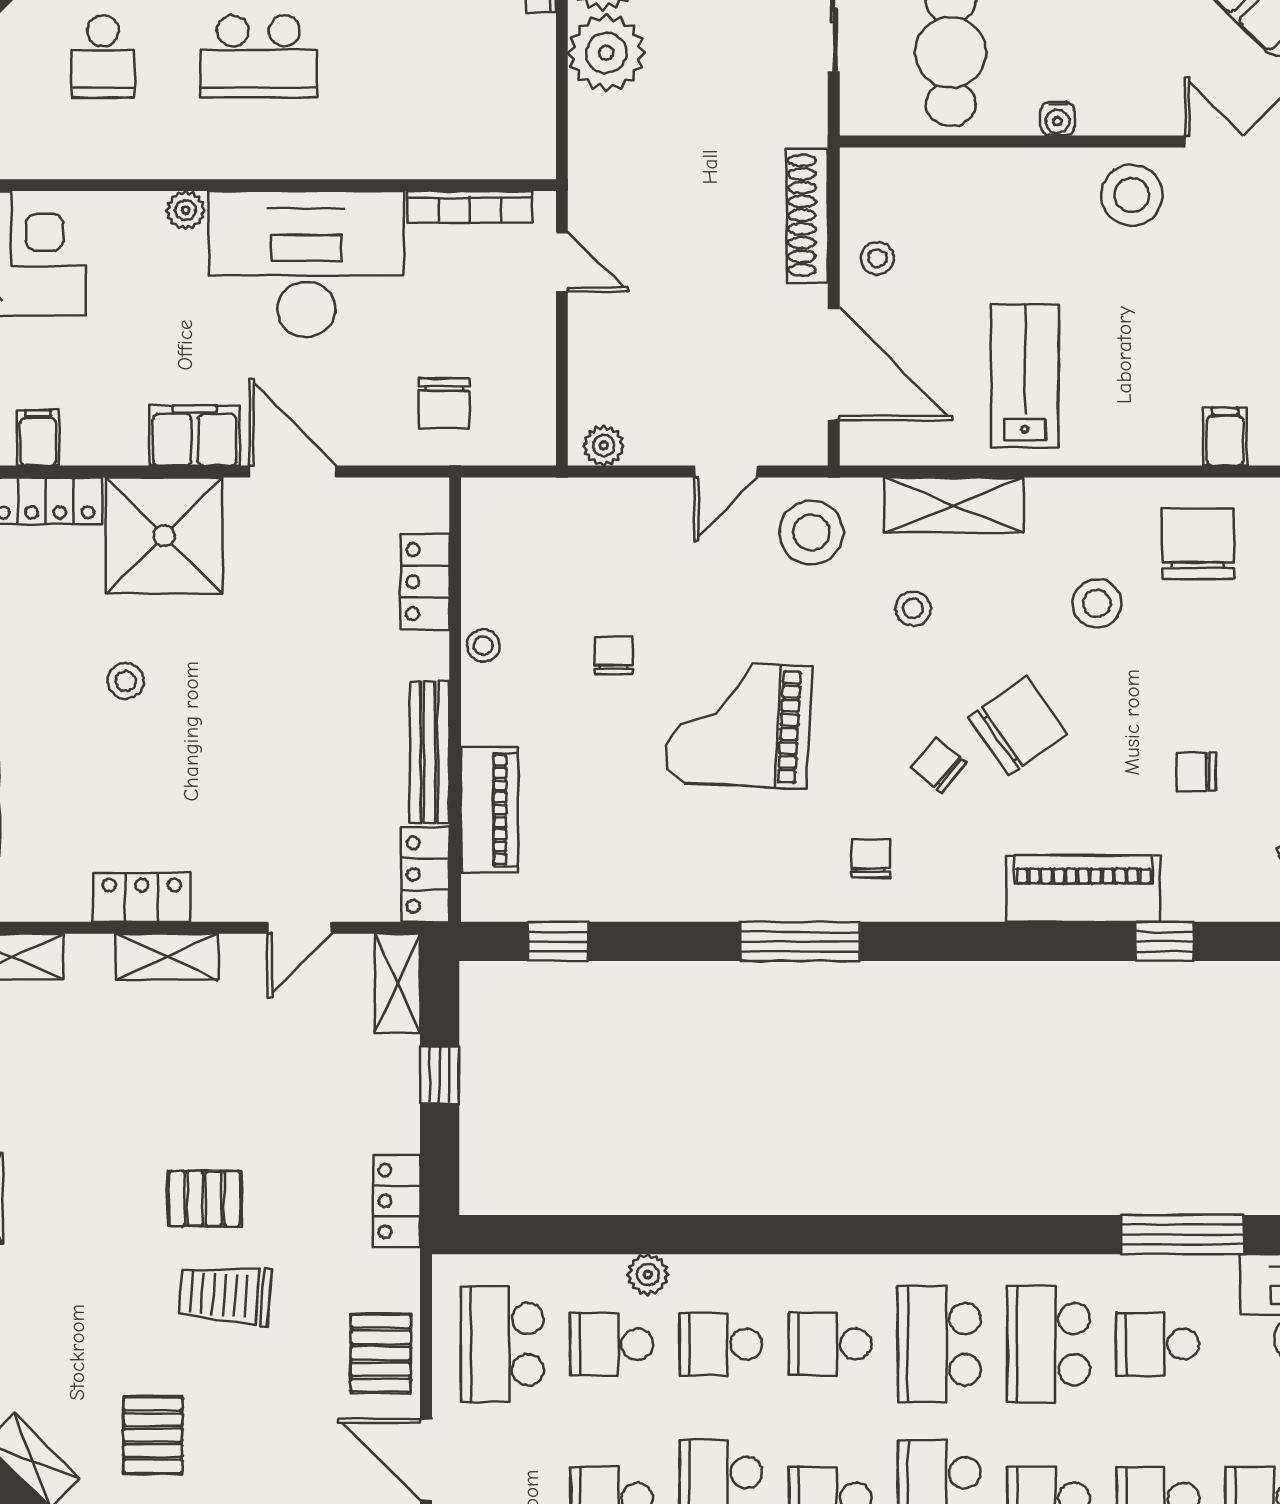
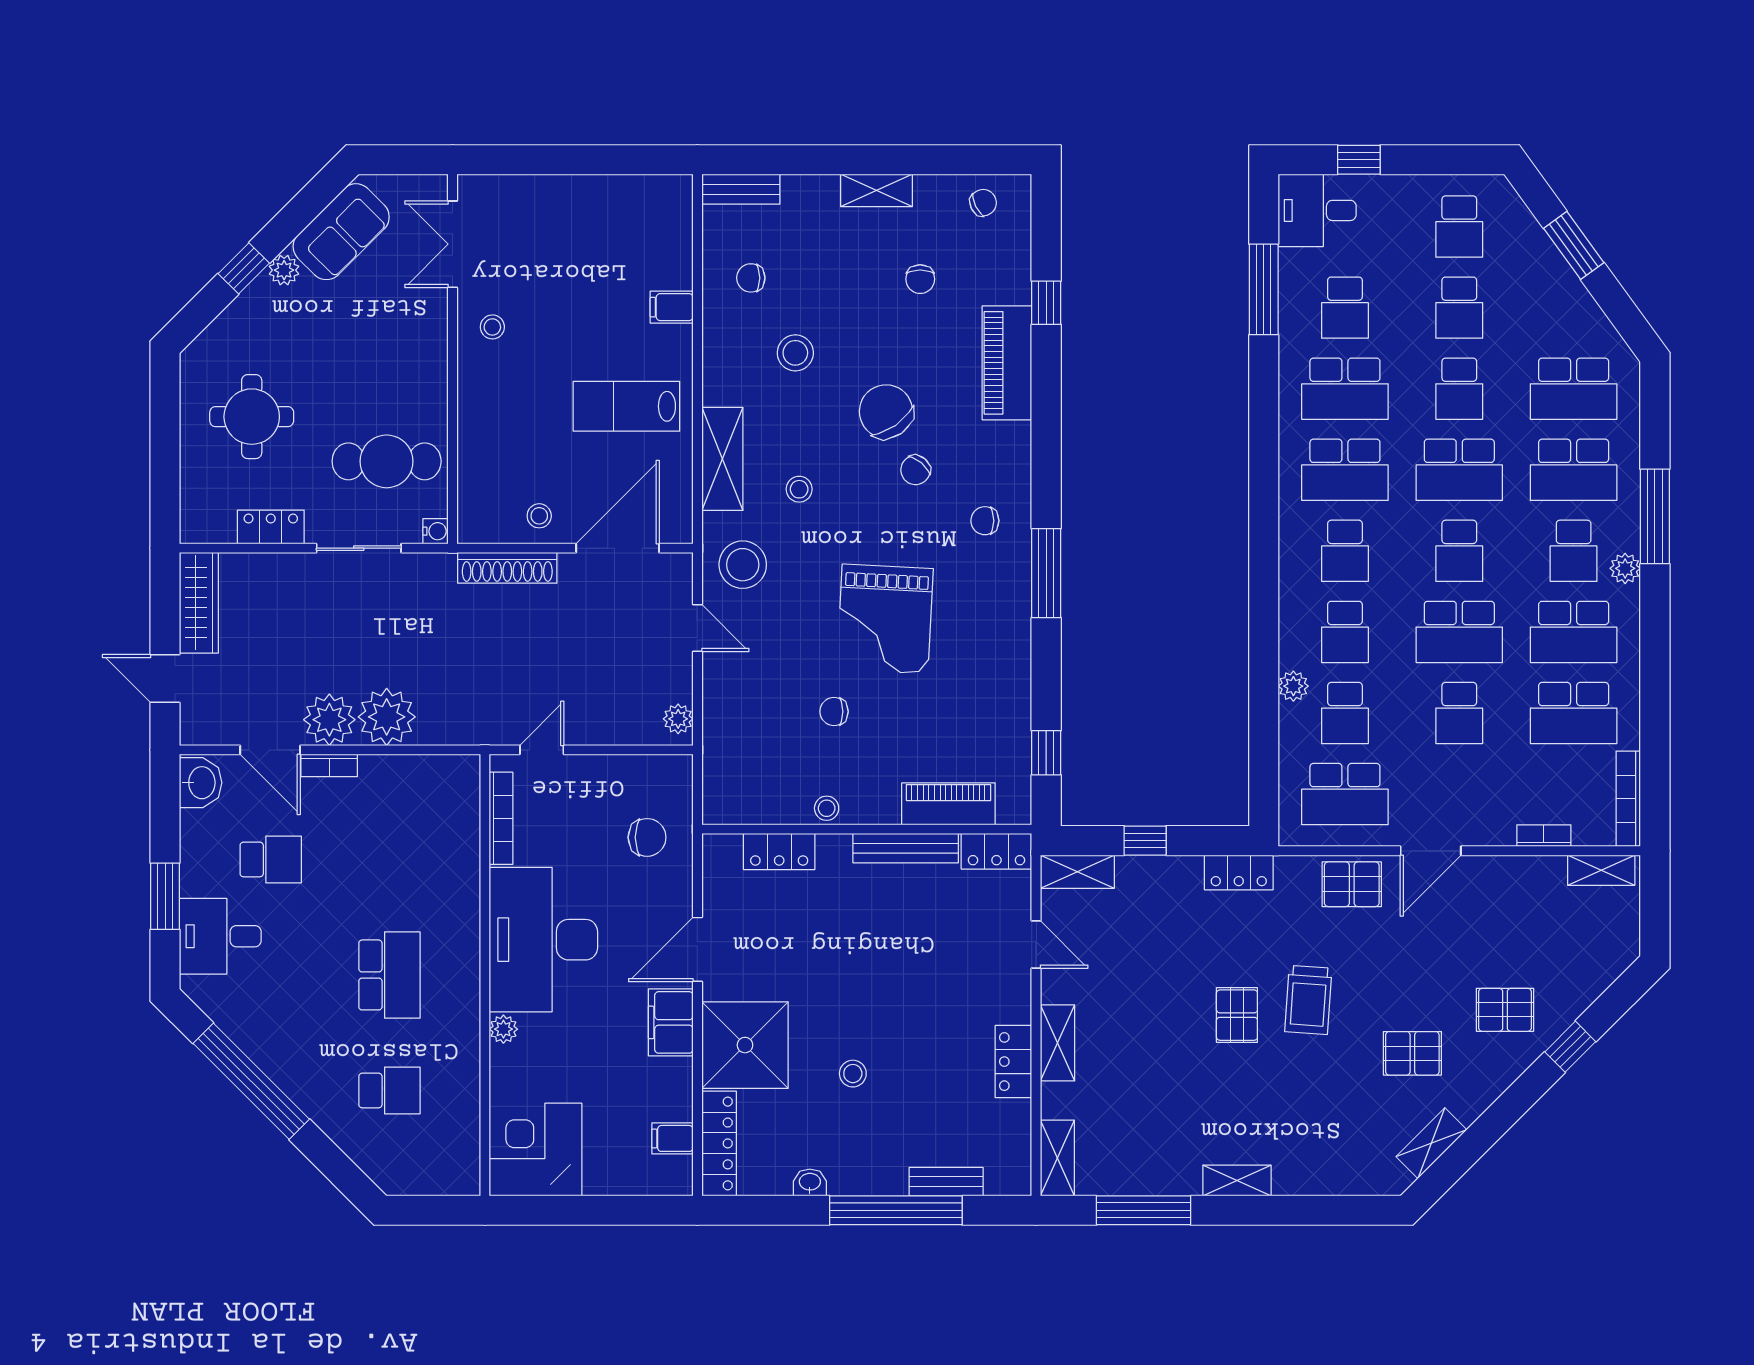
water cooler: (1057, 119) -> (436, 531), moved
stool: (1132, 195) -> (492, 327), width x0.53, depth x0.53
filing cabinet: (1225, 437) -> (672, 307), moved
chair: (1198, 544) -> (751, 278), width x0.54, depth x0.54

